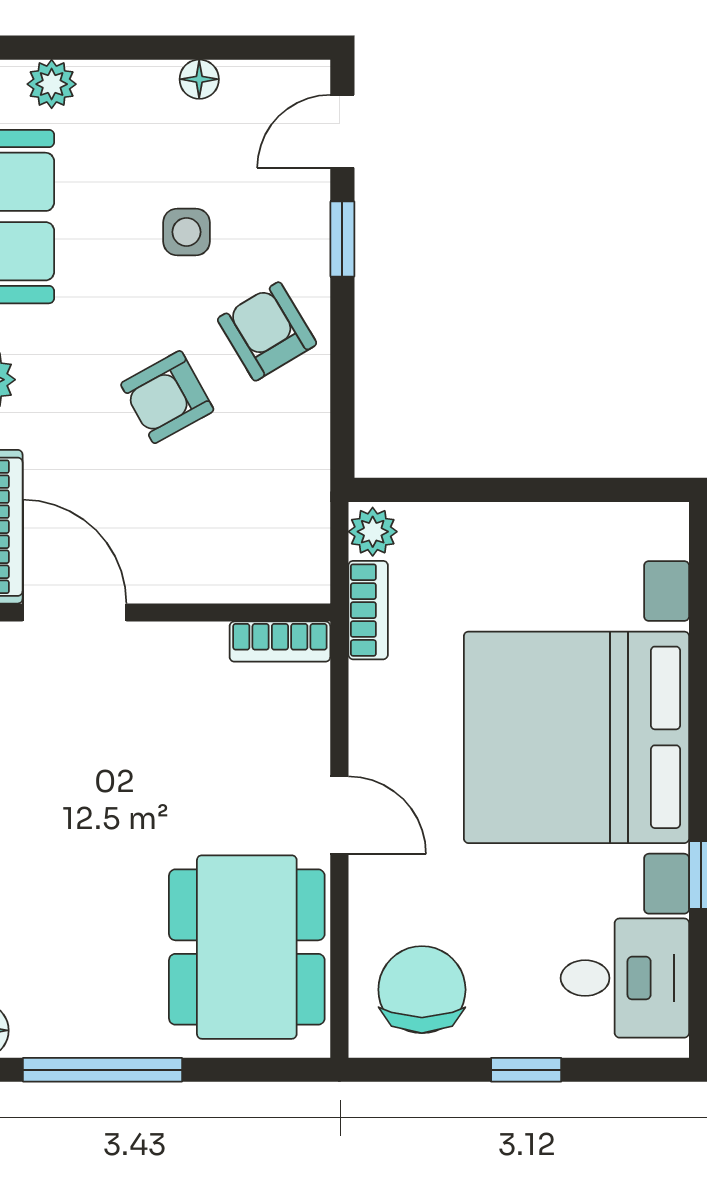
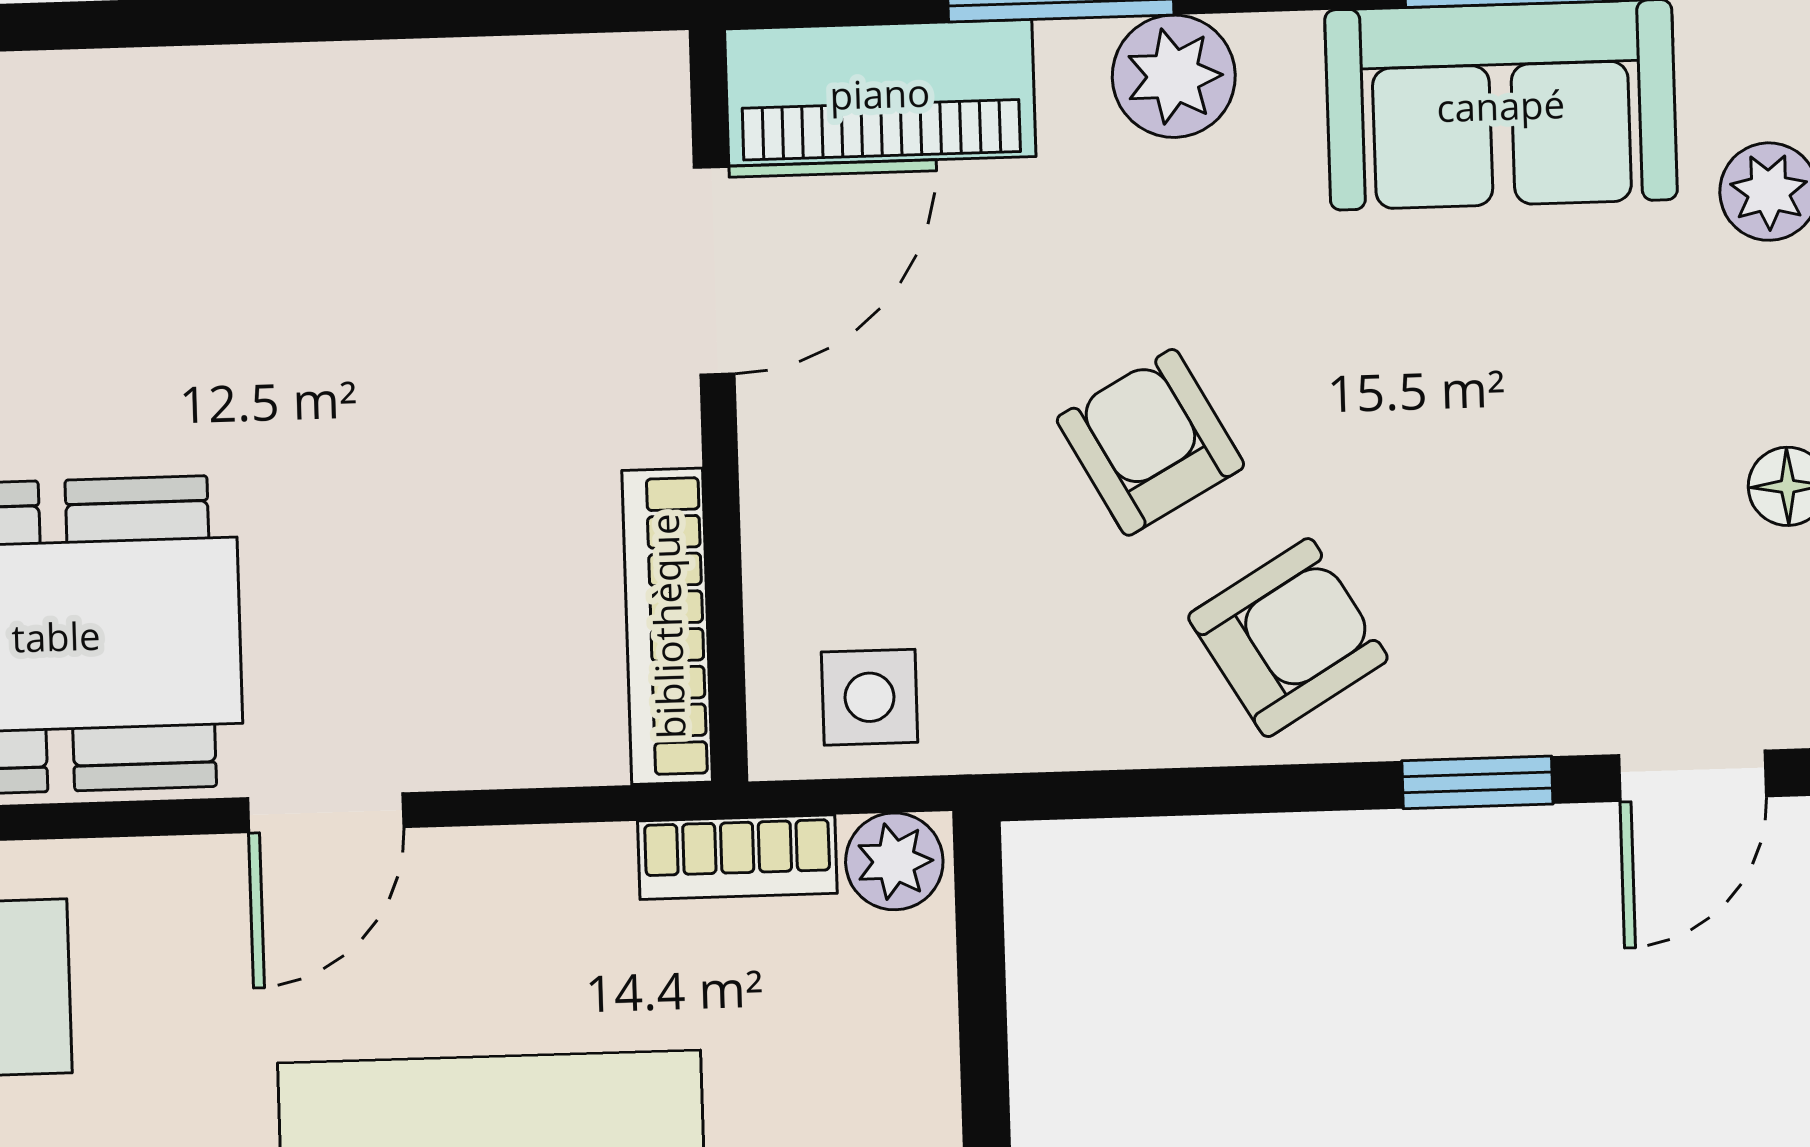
door: (342, 131) -> (1692, 776), swing flipped
side table: (186, 232) -> (870, 697), moved
bookcase: (280, 642) -> (667, 626), width x1.56

